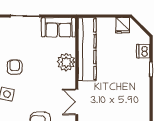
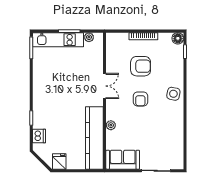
plant: (66, 62) -> (111, 125), width x0.53, depth x0.53
armchair: (15, 67) -> (140, 99), moved

